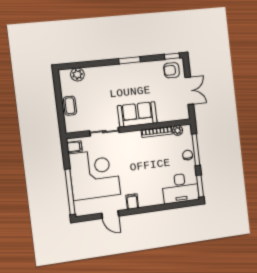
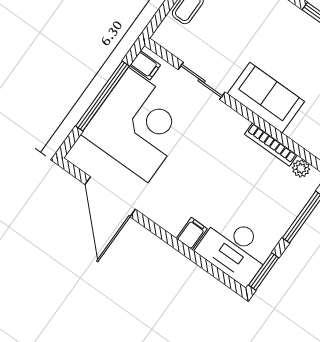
chair: (188, 155) -> (285, 214), removed
window: (70, 192) -> (102, 96), moved
filing cabinet: (132, 202) -> (192, 234), moved
door: (110, 215) -> (110, 197), width x1.88

